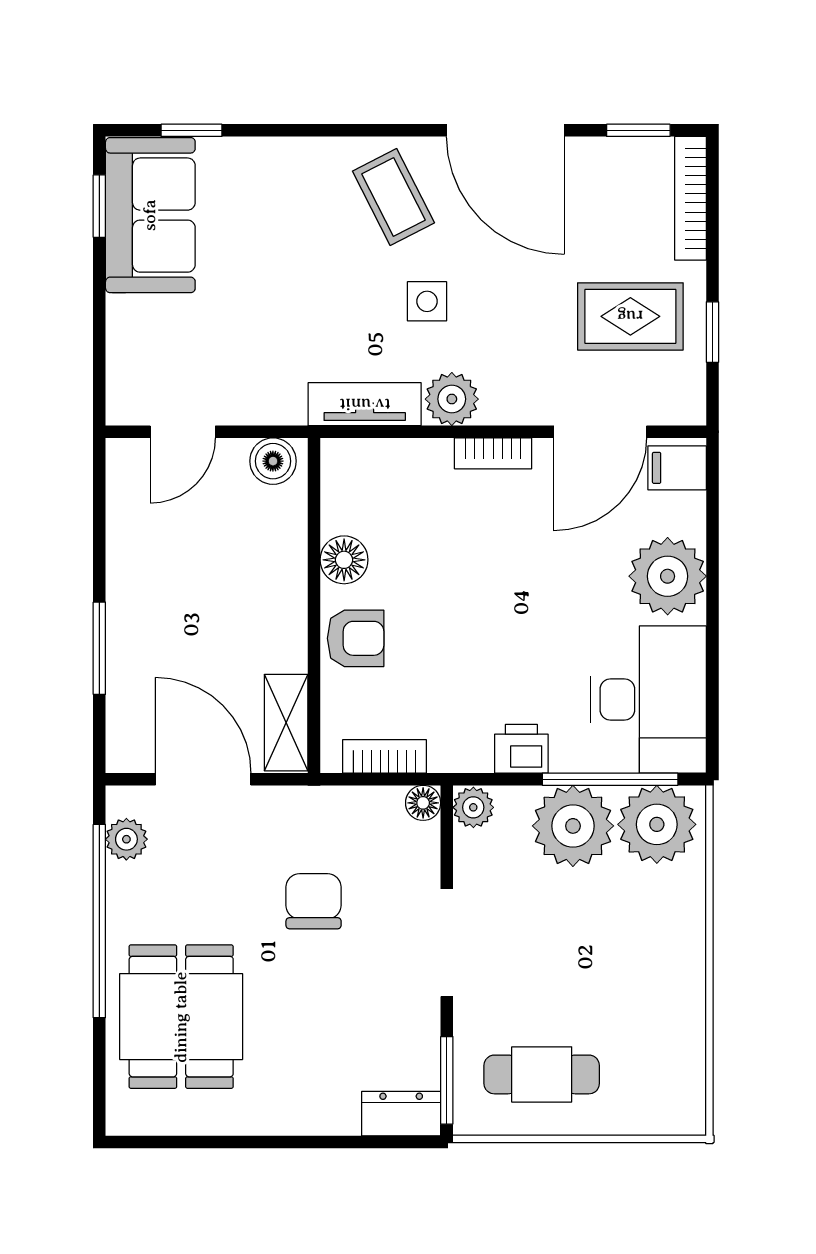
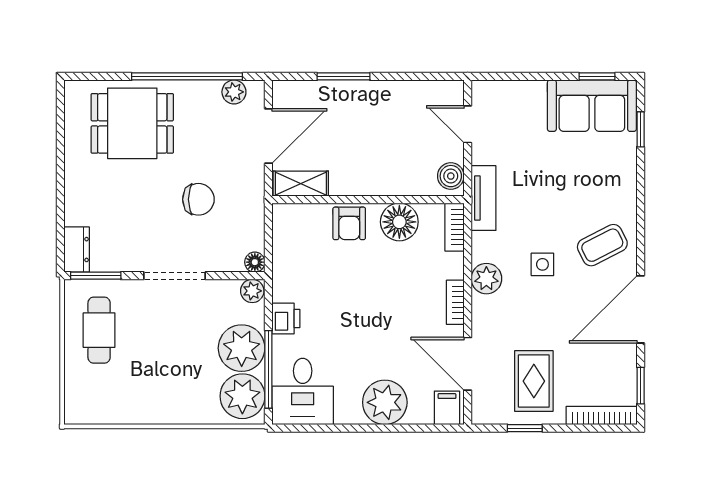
tv unit: (365, 404) -> (484, 198), moved
floor lamp: (344, 560) -> (399, 222), width x1.38, depth x1.38
desk: (649, 700) -> (303, 391), width x0.73
bookcase: (384, 756) -> (455, 227), moved, turned 180

